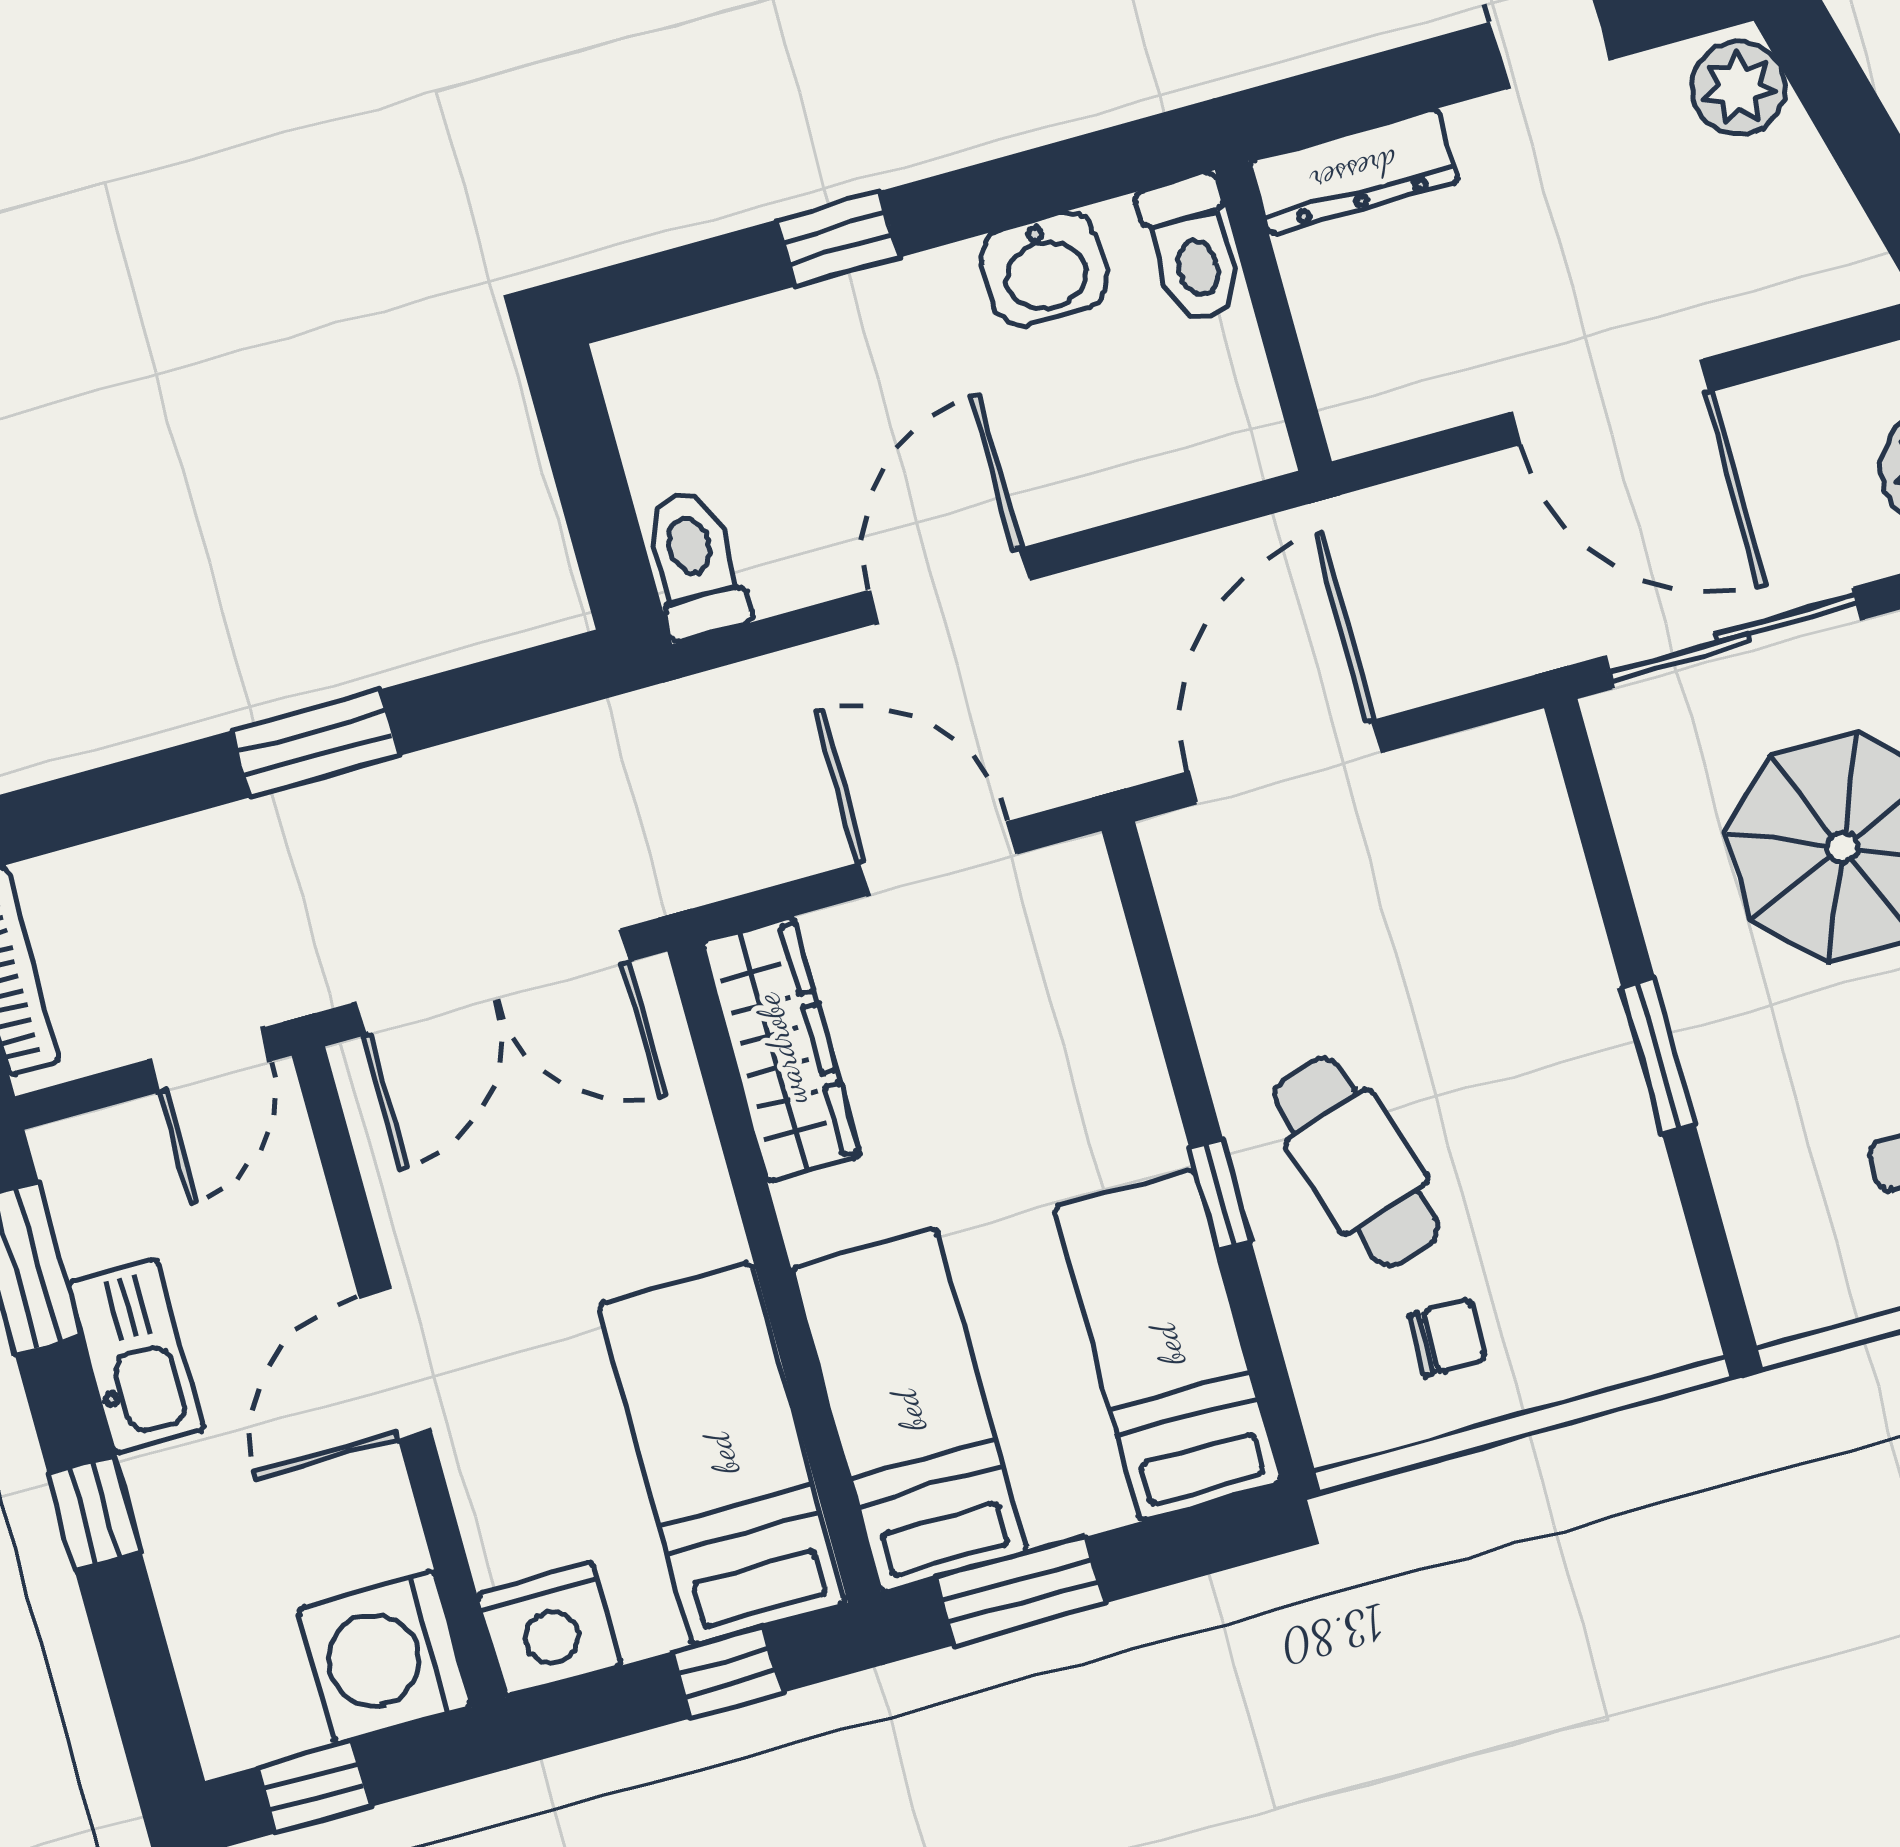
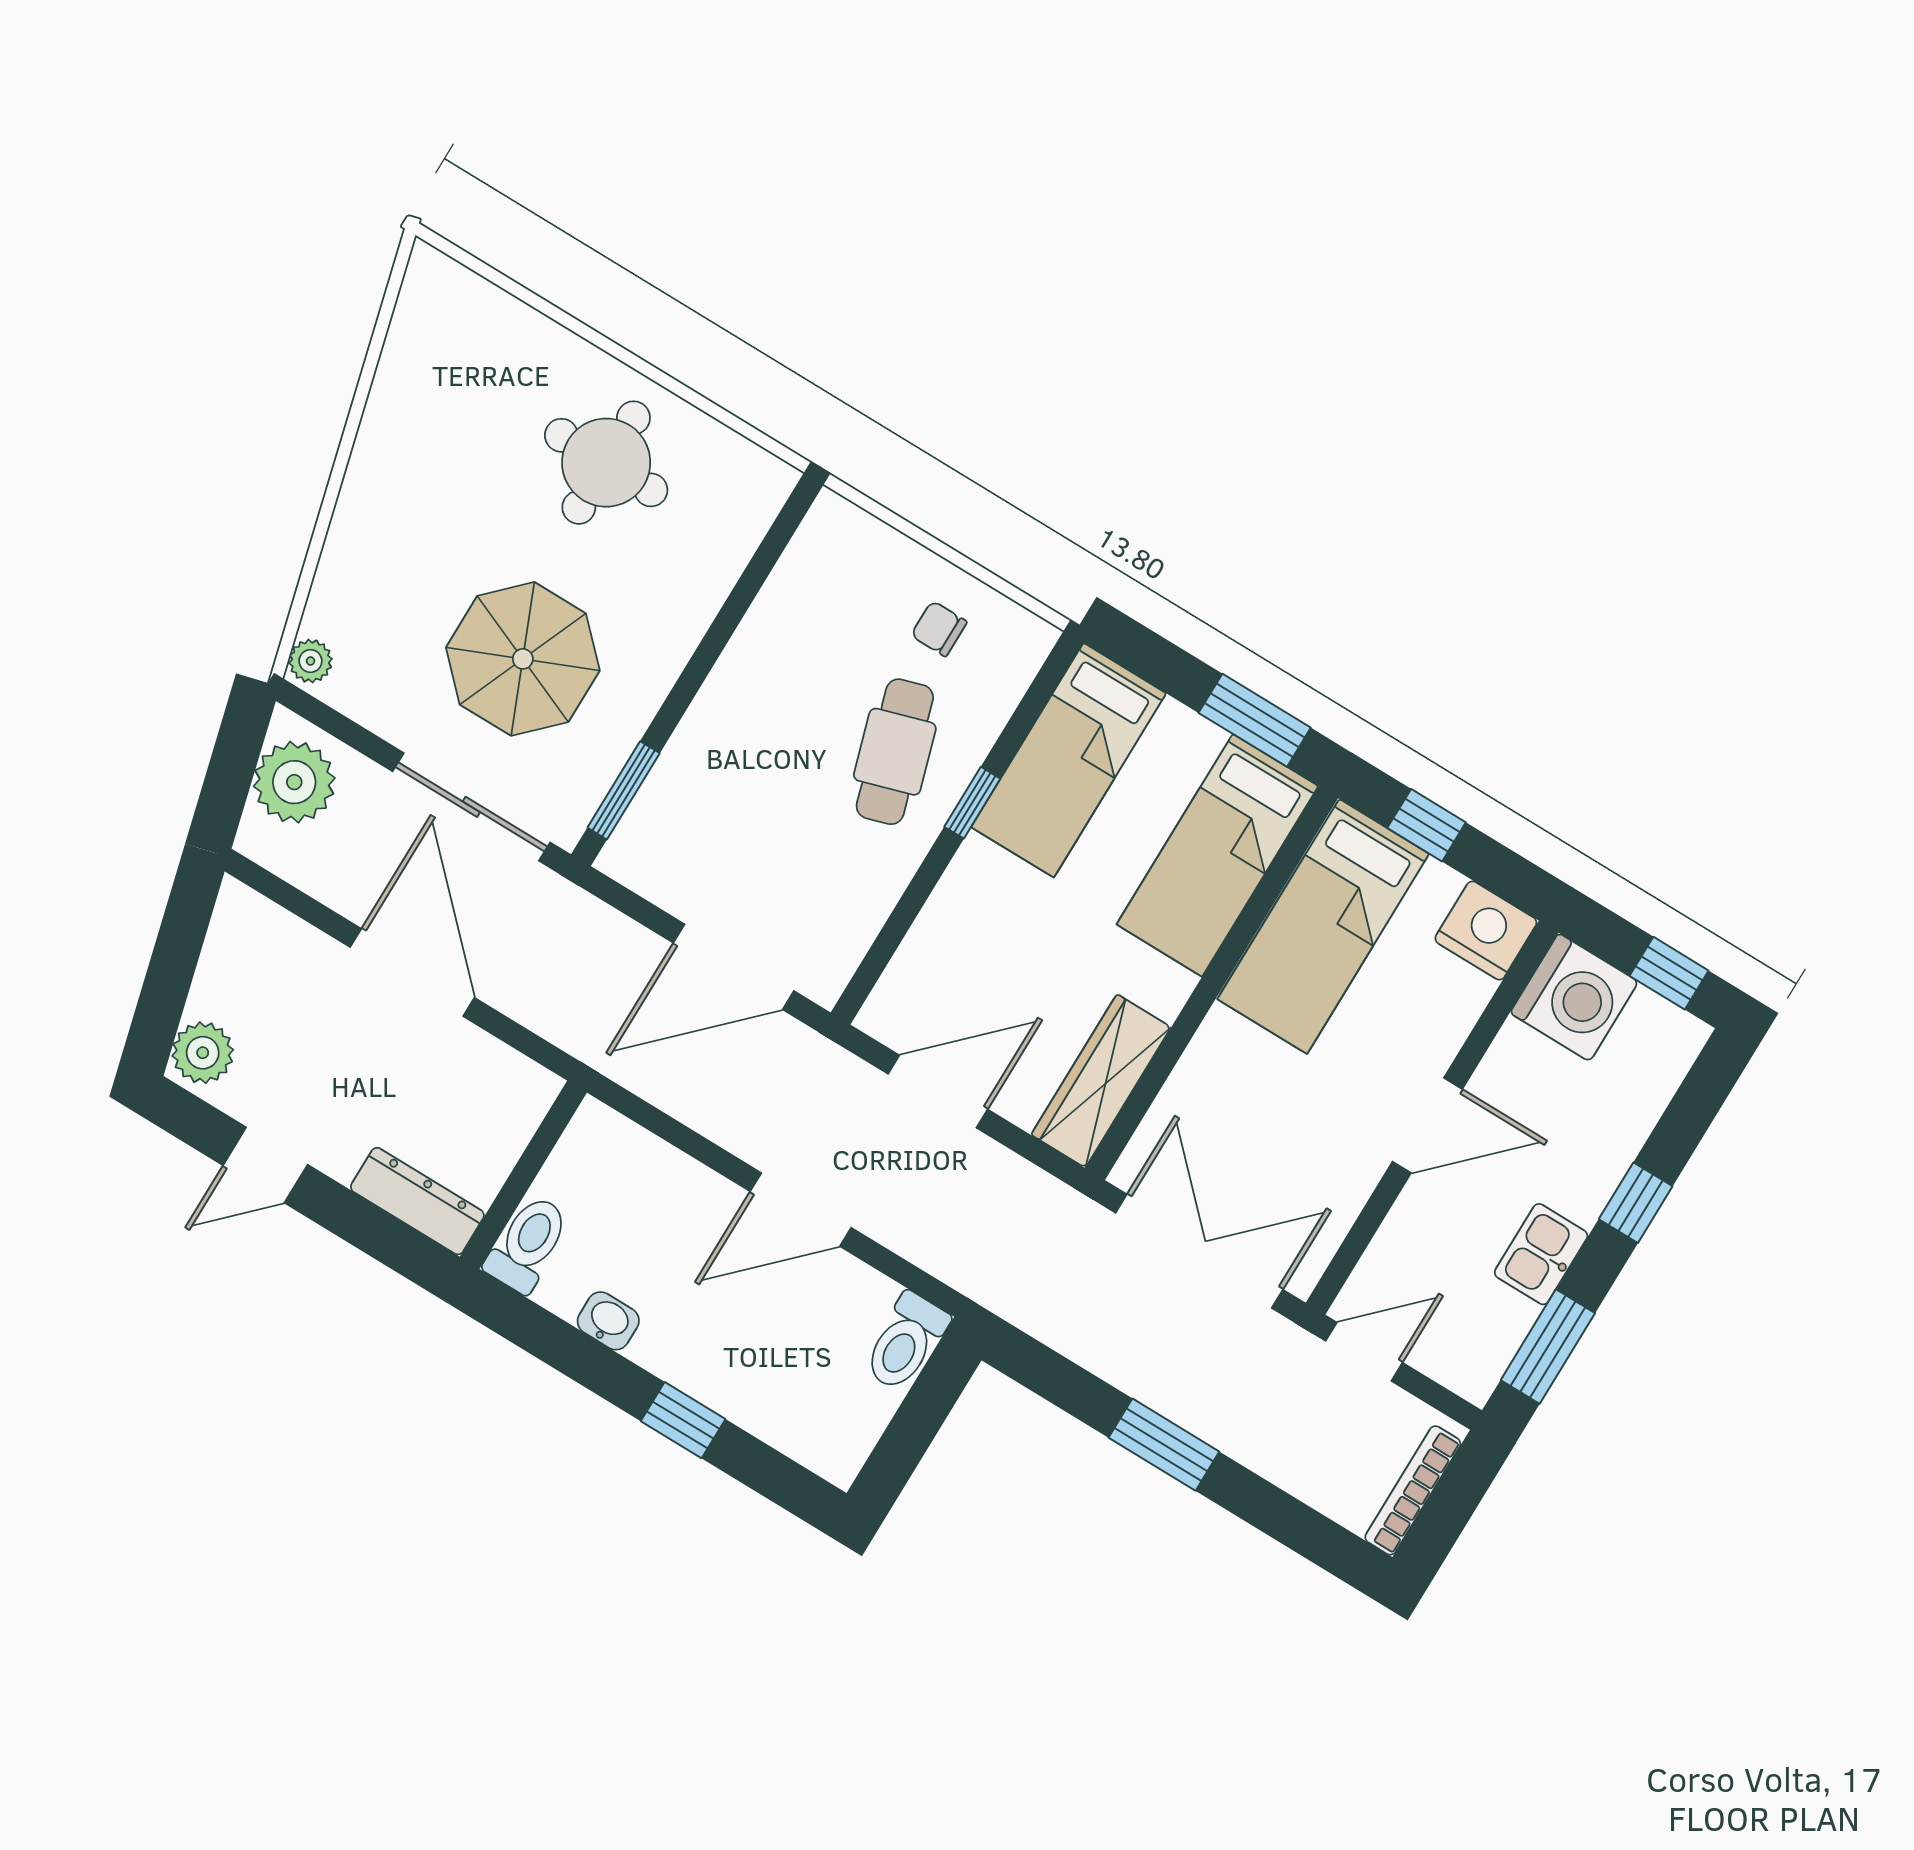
washbasin: (1044, 269) -> (608, 1321), width x0.72, depth x0.69
door: (937, 859) -> (938, 1092), swing flipped
window: (1659, 1056) -> (624, 790), moved
kitchen sink: (136, 1356) -> (1541, 1254), width x0.73

